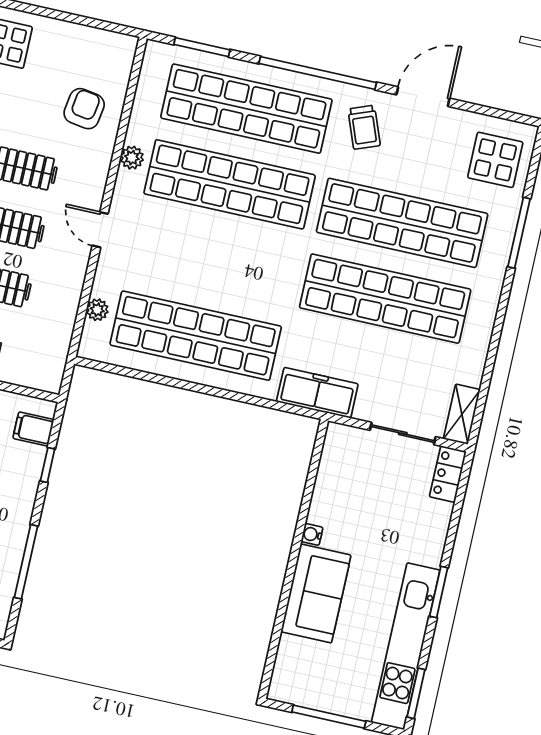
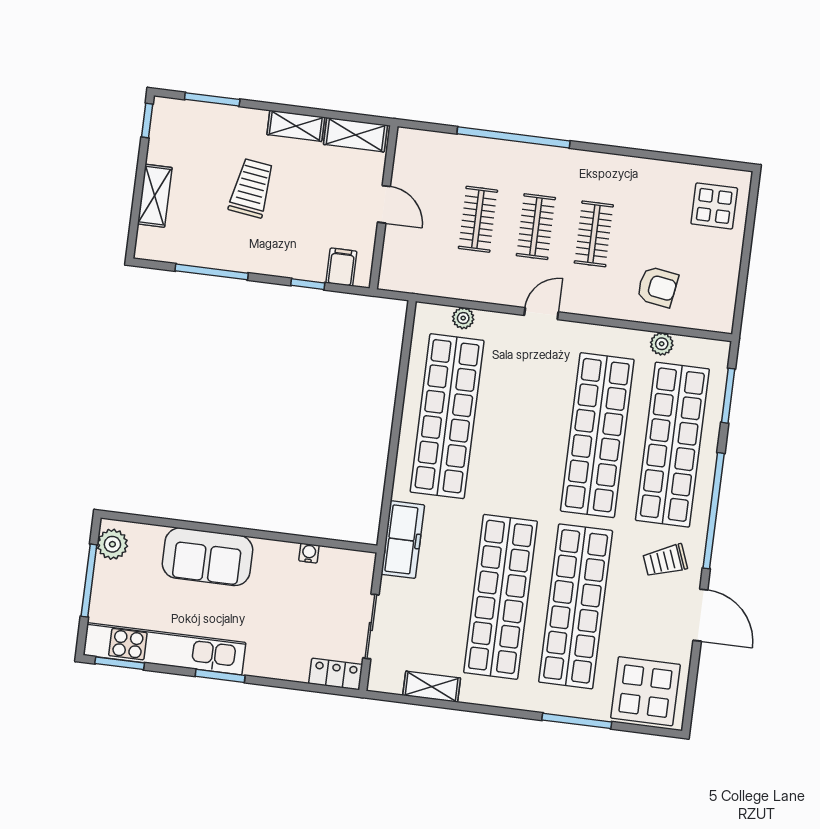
plant: (132, 158) -> (662, 344), moved
display table: (495, 160) -> (645, 691), width x1.36, depth x1.36
shelving: (462, 414) -> (432, 687), moved
water cooler: (312, 534) -> (309, 553), moved
plant: (294, 689) -> (112, 544), added

